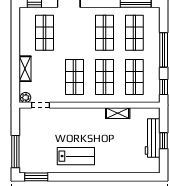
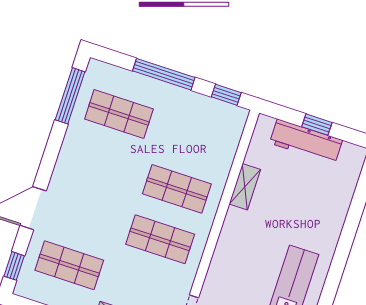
shop shelf: (104, 33) -> (102, 164), removed
shop shelf: (134, 77) -> (193, 138), removed

